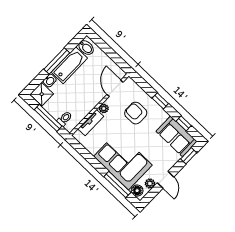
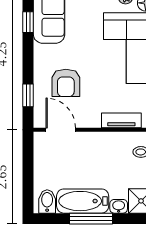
door: (115, 88) -> (61, 130), swing flipped
window: (160, 101) -> (28, 95), moved
plant: (104, 108) -> (93, 121), removed

